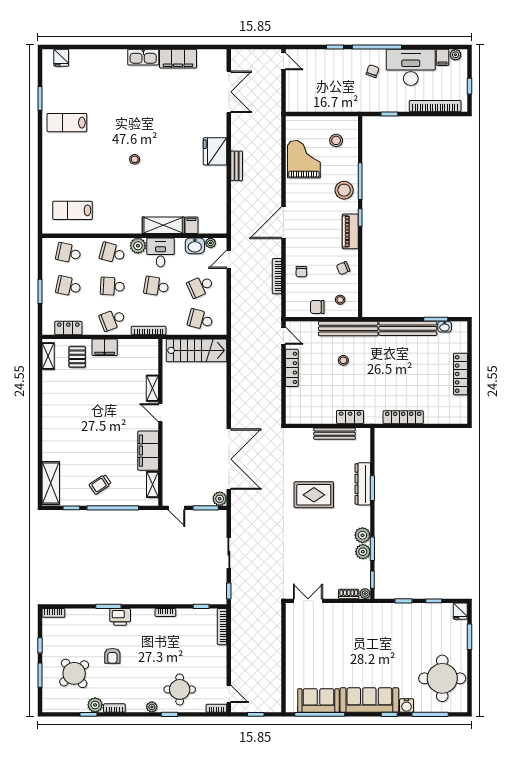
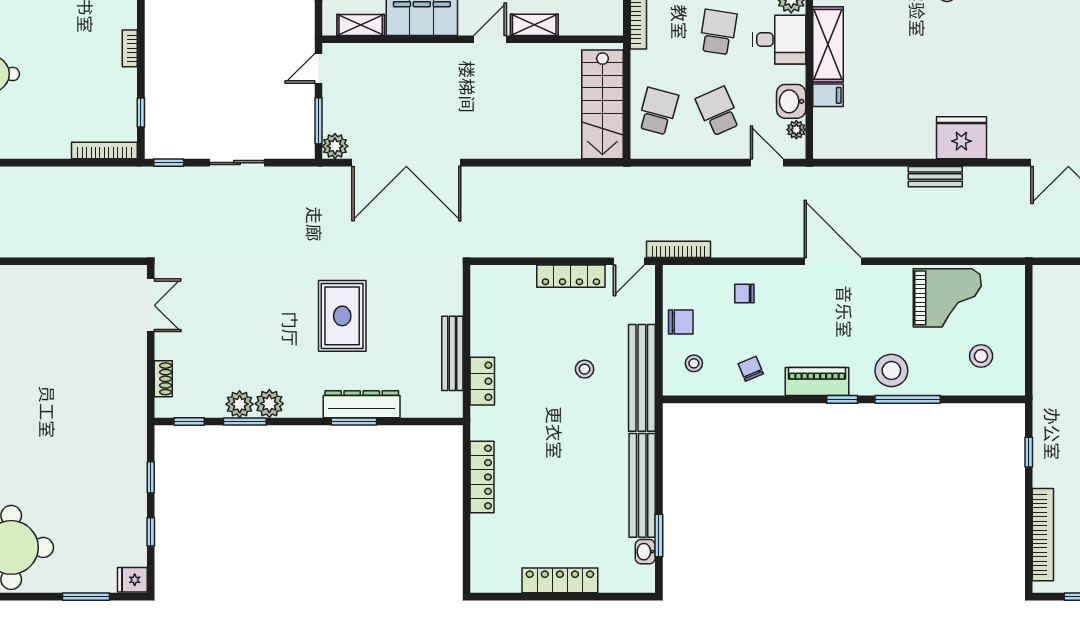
bookcase: (277, 276) -> (679, 249), moved
chair: (317, 307) -> (681, 322), turned 90
plant: (365, 594) -> (164, 408), removed

